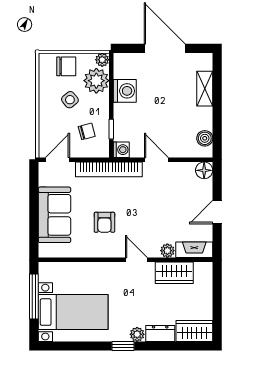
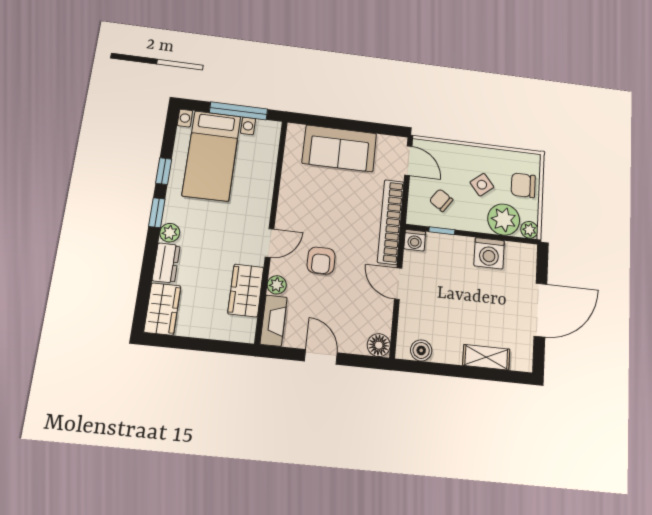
chair: (66, 66) -> (523, 185), turned 90
chair: (87, 131) -> (441, 200), turned 140
door: (156, 160) -> (398, 284), swing flipped
armchair: (104, 222) -> (321, 261), moved, turned -90
window: (90, 346) -> (164, 171), added

